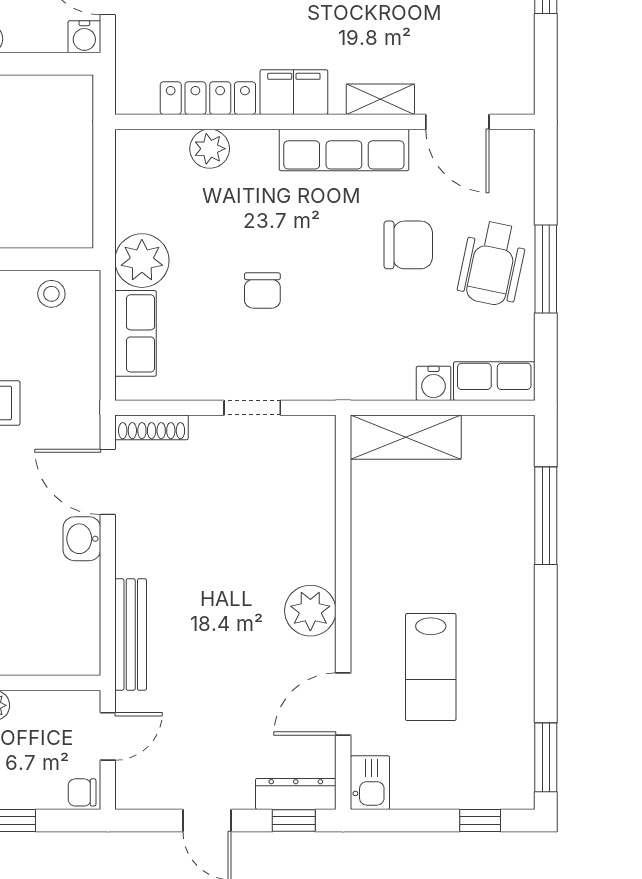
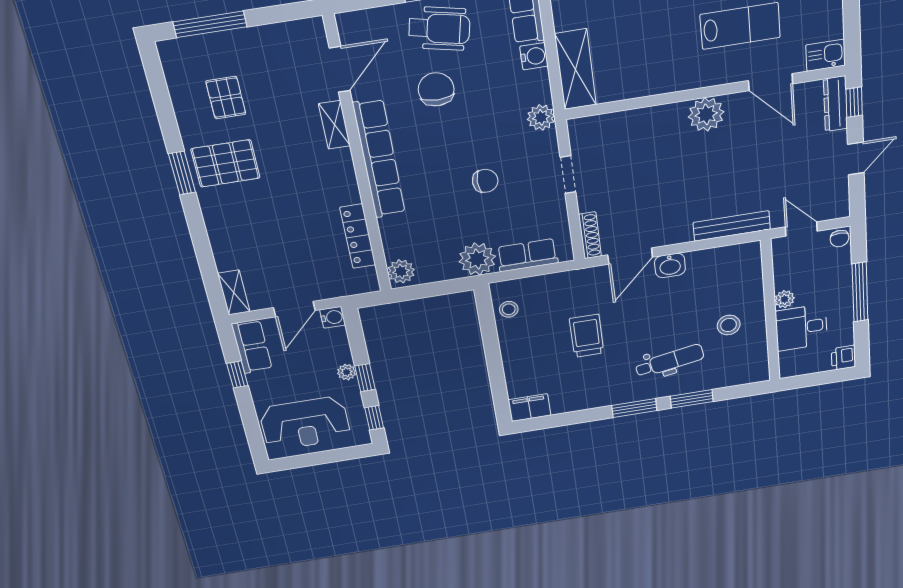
filing cabinet: (294, 92) -> (342, 183), removed
plant: (210, 149) -> (401, 271), moved
row of seats: (344, 150) -> (379, 159), width x1.36
plant: (344, 381) -> (541, 117), added

